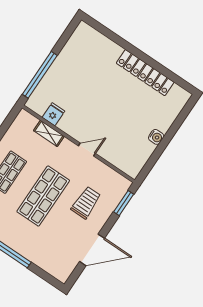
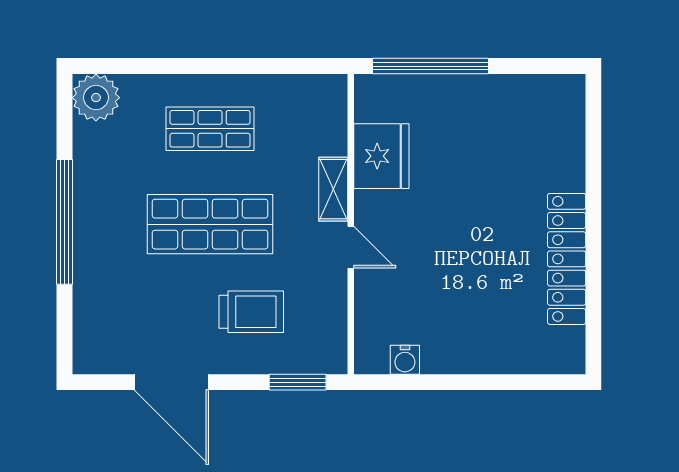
fridge: (53, 114) -> (381, 156), width x1.88, depth x1.34
shelving: (49, 133) -> (333, 189), moved
water cooler: (156, 137) -> (405, 360), moved

